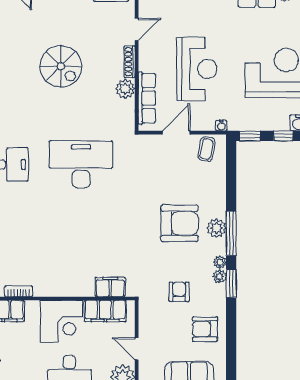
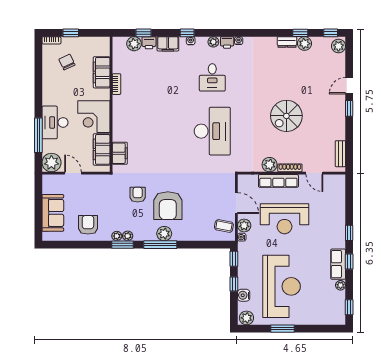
row of seats: (147, 98) -> (278, 181), moved
plant: (206, 122) -> (244, 226), added
plant: (220, 262) -> (117, 236), moved
armchair: (179, 292) -> (138, 195), moved, turned -90
door: (137, 349) -> (73, 173), hinge flipped

